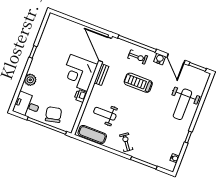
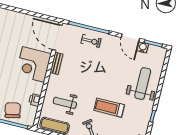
water cooler: (160, 59) -> (143, 47), moved
treadmill: (138, 83) -> (109, 108), moved
printer: (81, 96) -> (35, 100), moved
weight bench: (182, 104) -> (143, 83), turned 180

